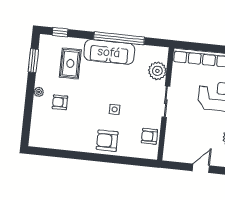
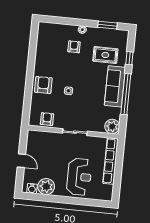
window: (60, 32) -> (129, 58), moved
plant: (157, 71) -> (112, 126), moved

